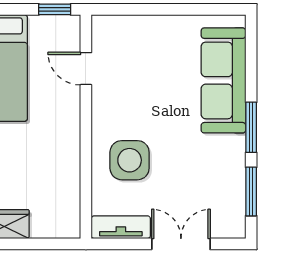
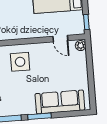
plant: (105, 26) -> (81, 46), added
door: (86, 69) -> (60, 39), swing flipped

